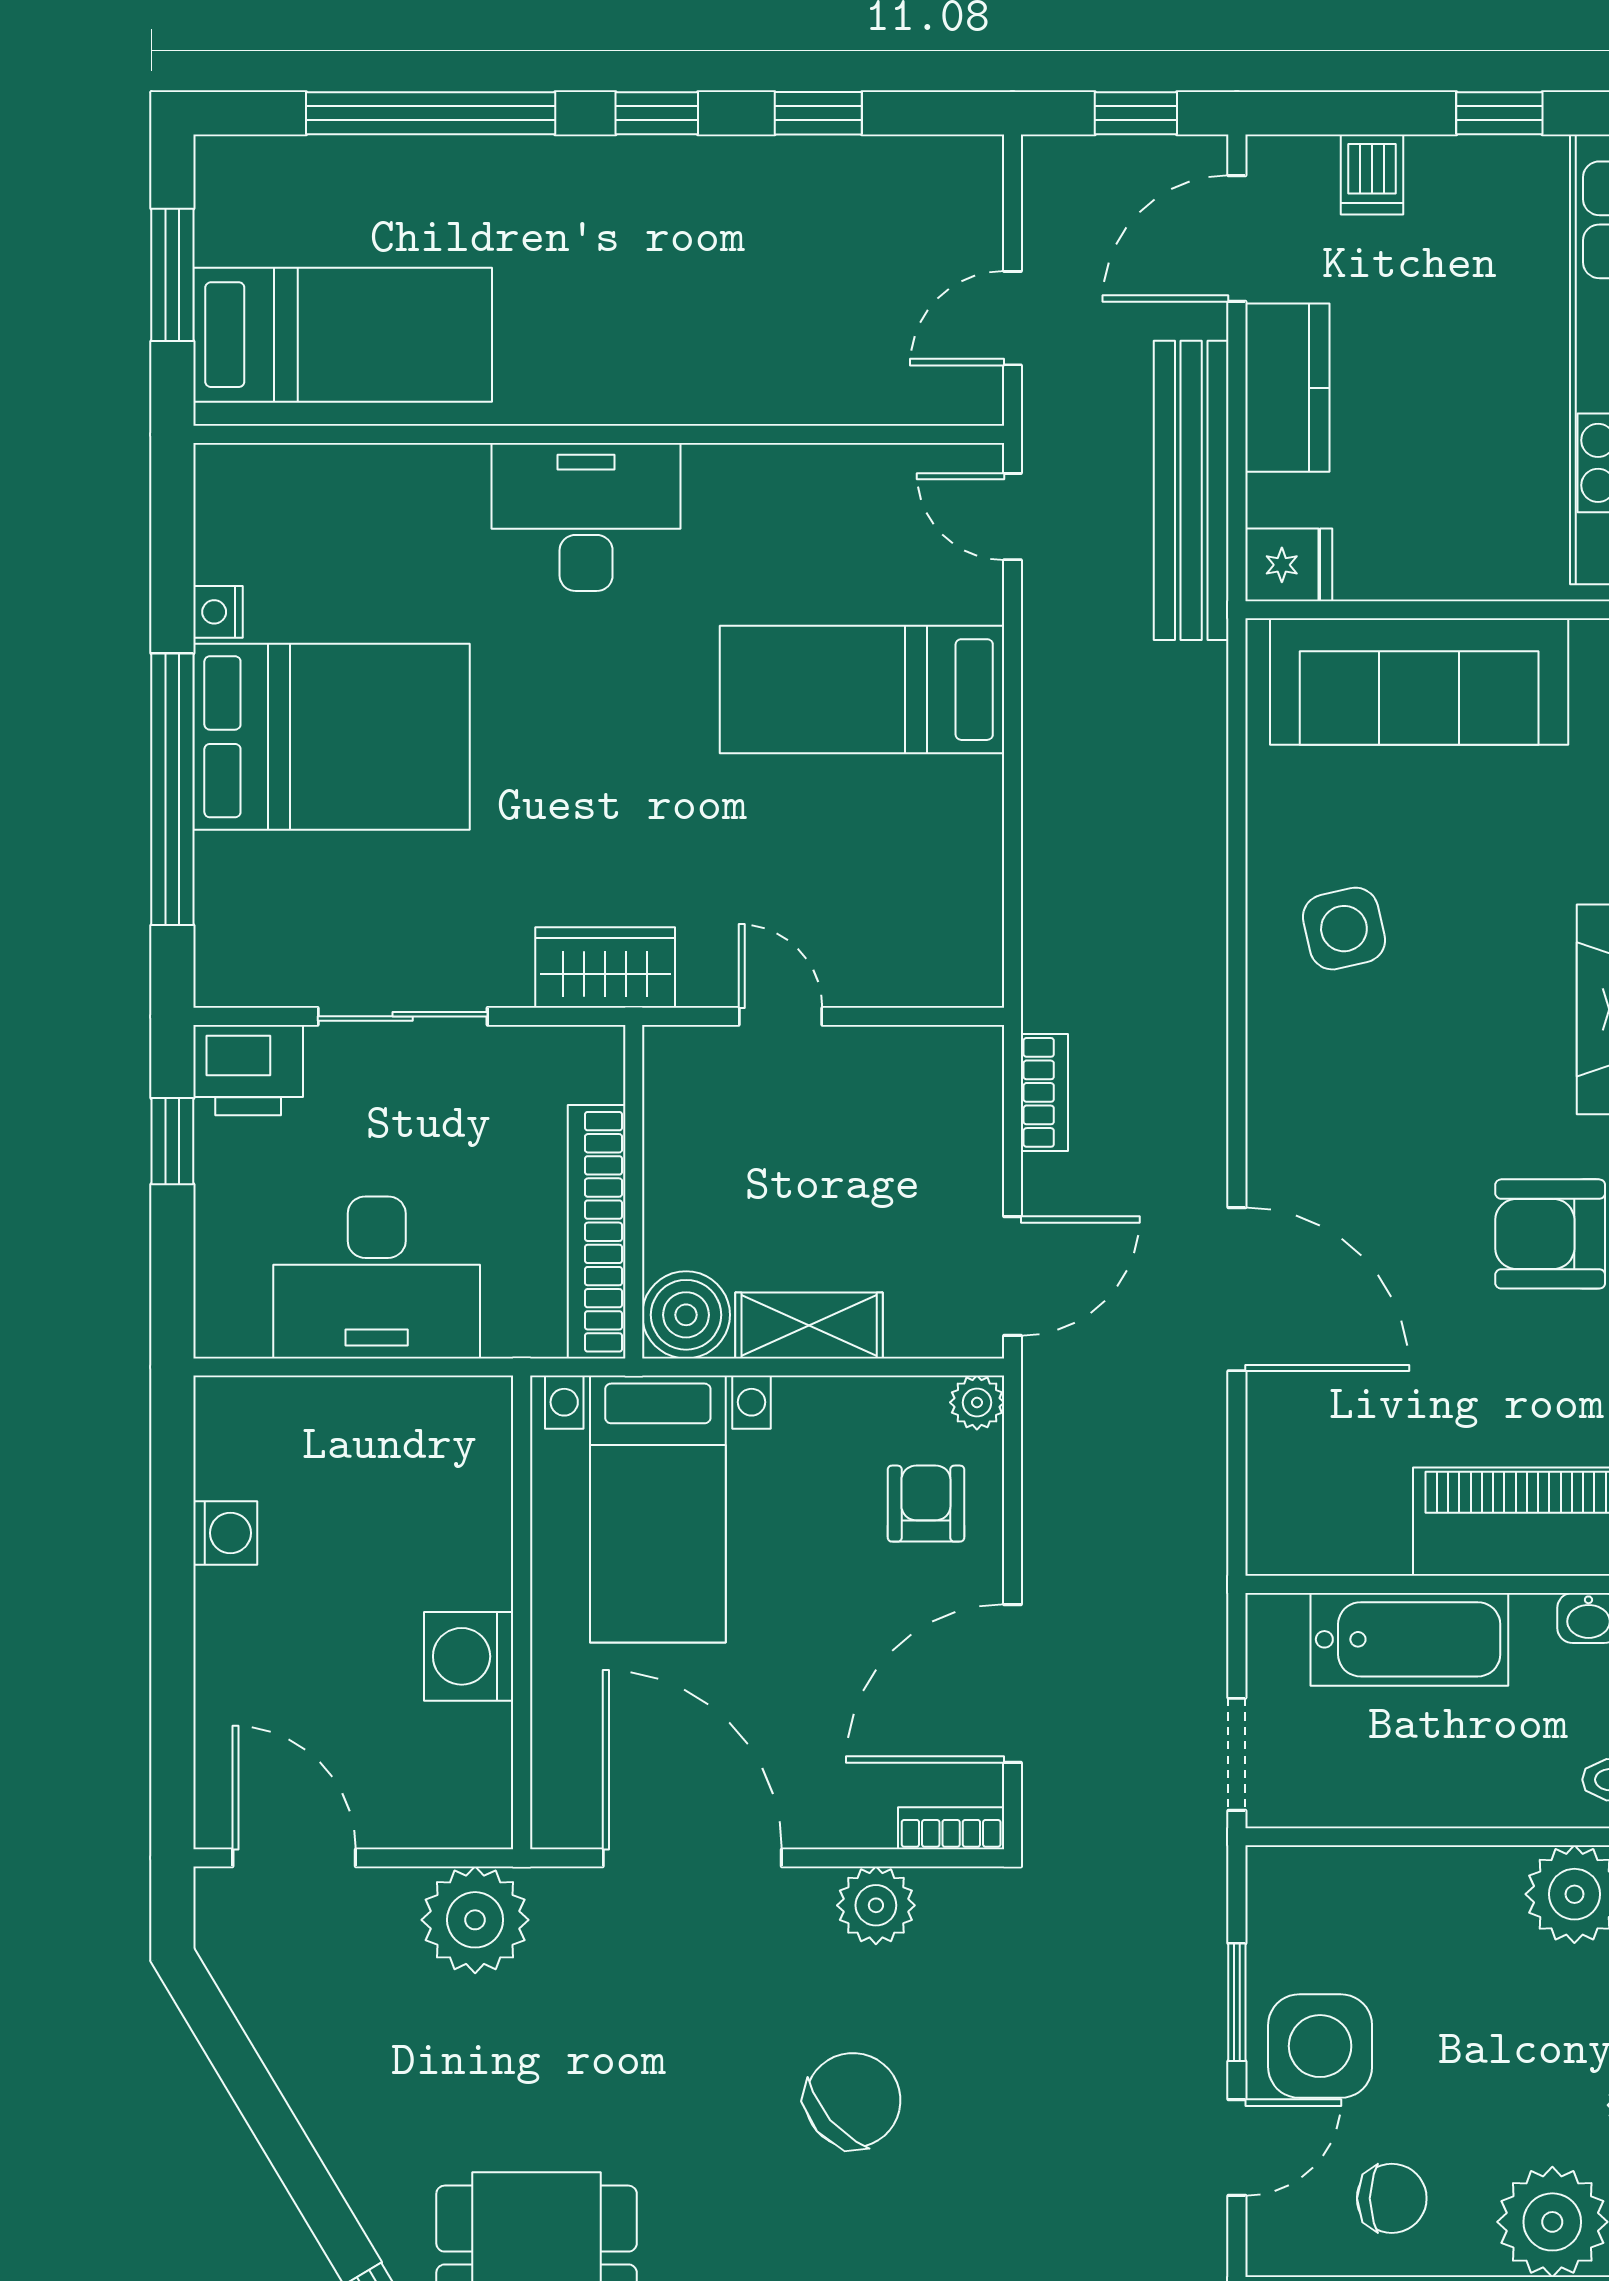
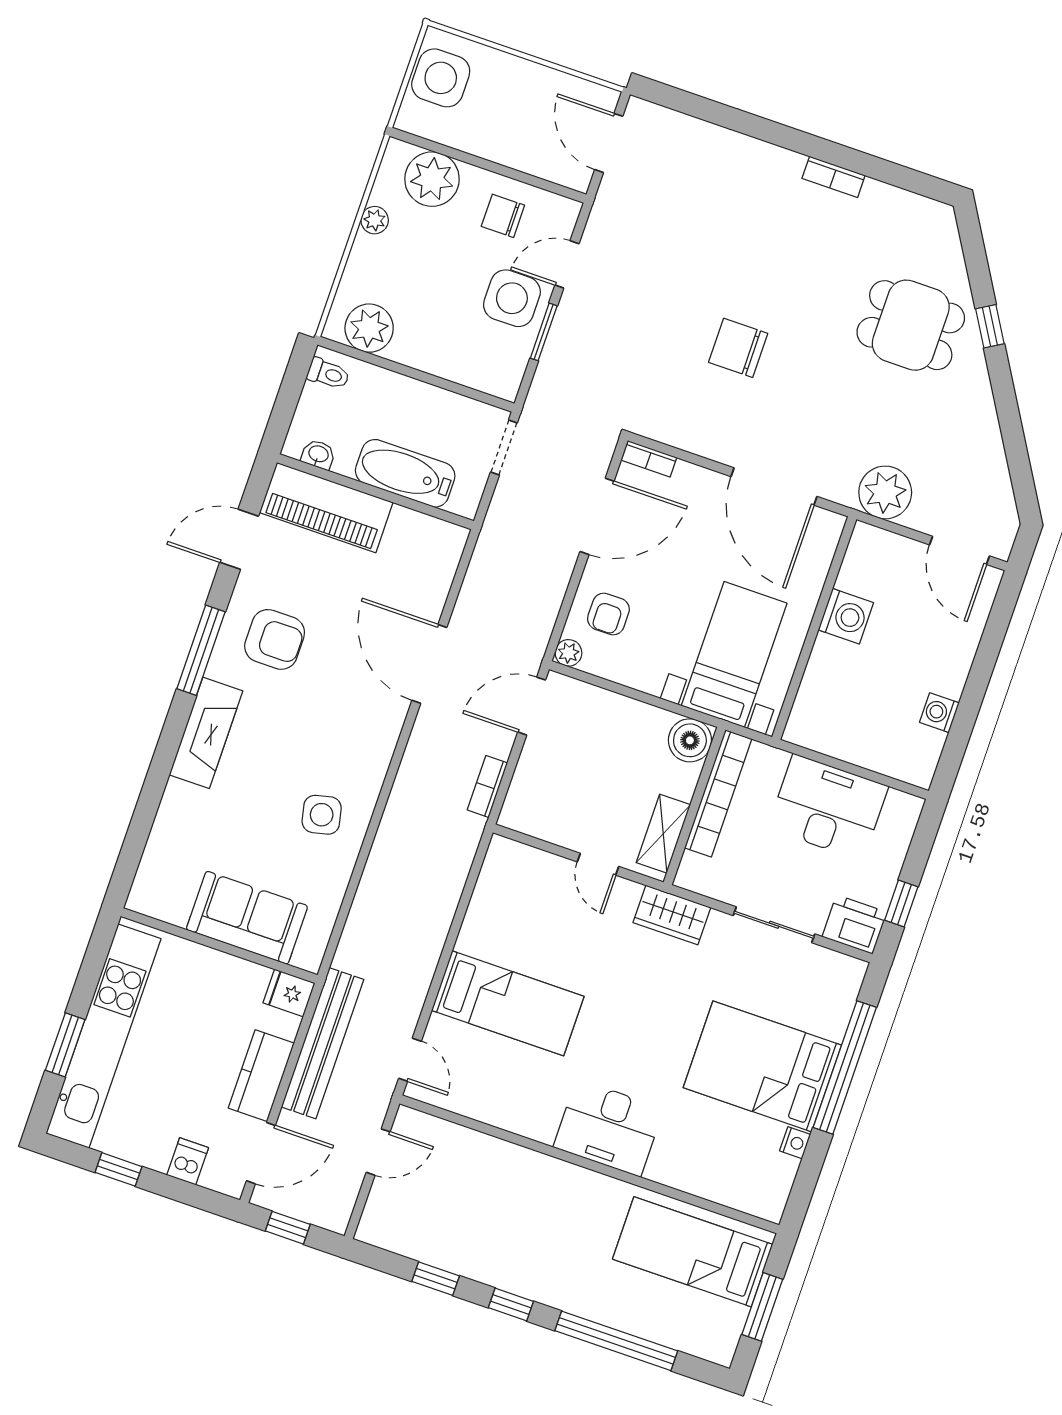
sofa: (1419, 681) -> (247, 918), width x0.73
shelving: (809, 1325) -> (663, 834), moved, turned 90
plant: (876, 1905) -> (696, 435), removed
chair: (853, 2100) -> (738, 348), turned 41

